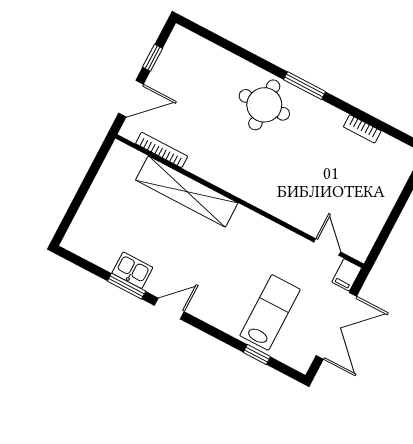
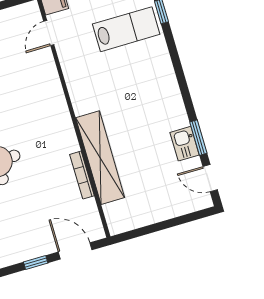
bookcase: (162, 150) -> (82, 175), moved
door: (169, 309) -> (210, 178), moved
lab bench: (270, 312) -> (126, 29), turned 180

